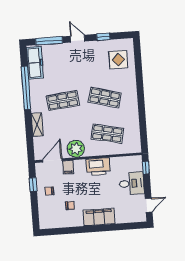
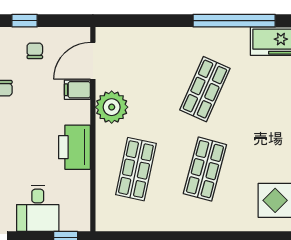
shop shelf: (63, 101) -> (205, 89), turned 30
shelving: (37, 125) -> (163, 37), removed
door: (52, 160) -> (93, 61), swing flipped
window: (33, 185) -> (25, 21), moved

